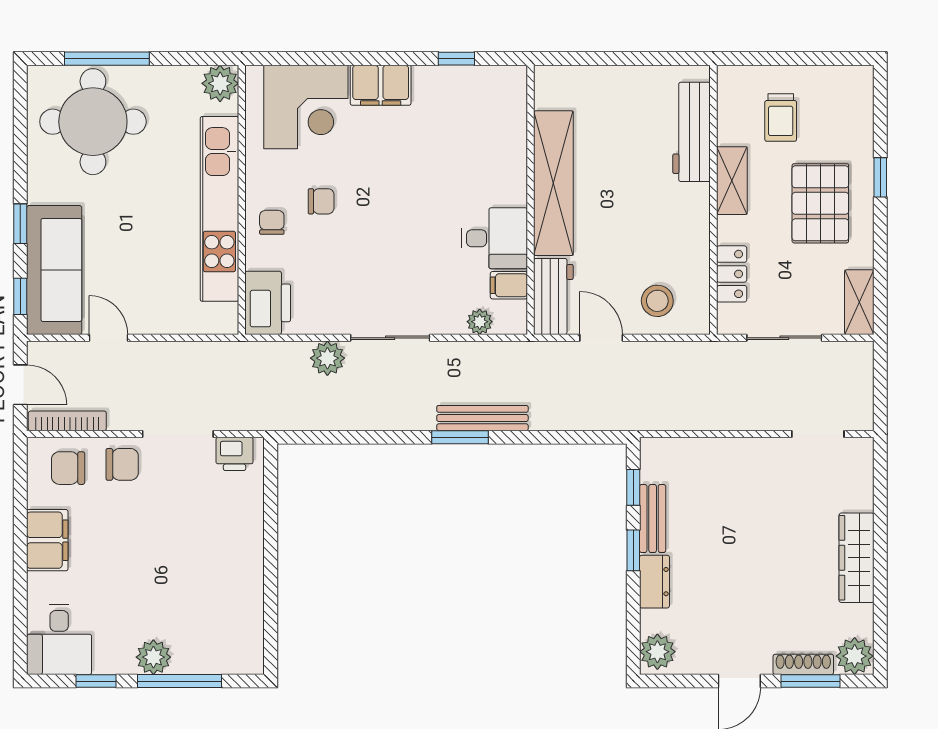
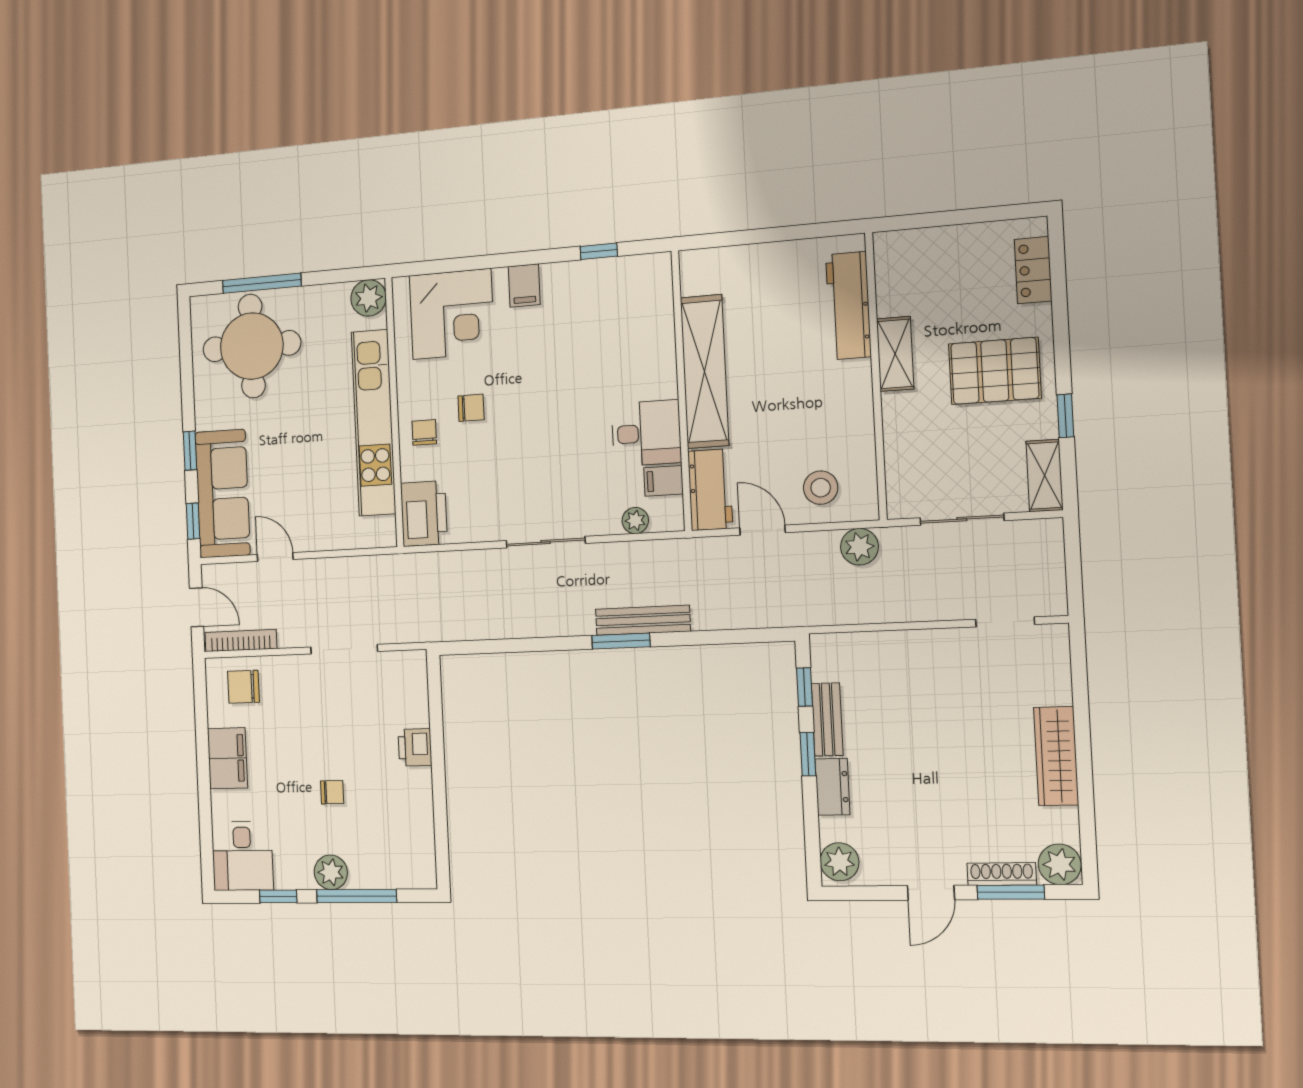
filing cabinet: (381, 85) -> (524, 285), width x0.50
trolley: (781, 118) -> (946, 282), removed
window: (880, 177) -> (1065, 416), moved
pallet: (820, 203) -> (995, 371), turned 90
locker: (732, 274) -> (1033, 270), moved, turned 180
plant: (327, 358) -> (859, 547), moved
printer: (235, 454) -> (415, 747), moved, turned 90
chair: (122, 464) -> (332, 792), moved, width x0.73, depth x0.73

